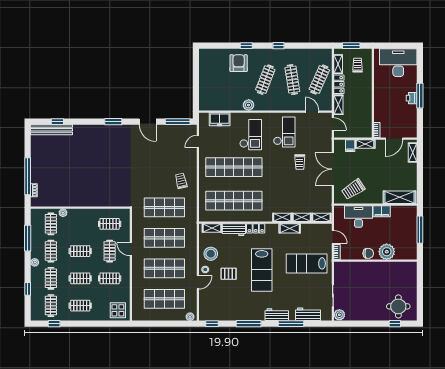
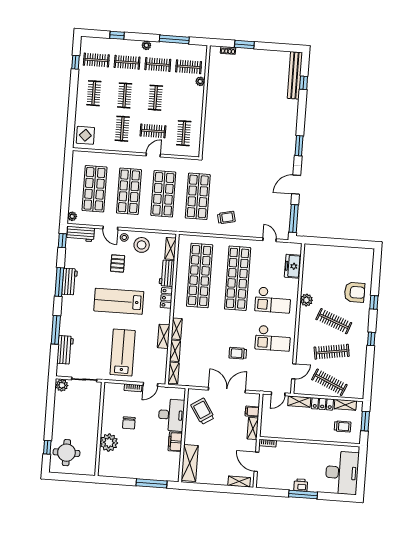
window: (28, 176) -> (244, 45), width x0.47
plant: (387, 252) -> (109, 443), moved
wall: (375, 261) -> (100, 429), moved
workbench: (205, 308) -> (81, 234), added
workbench: (277, 315) -> (70, 282), moved

